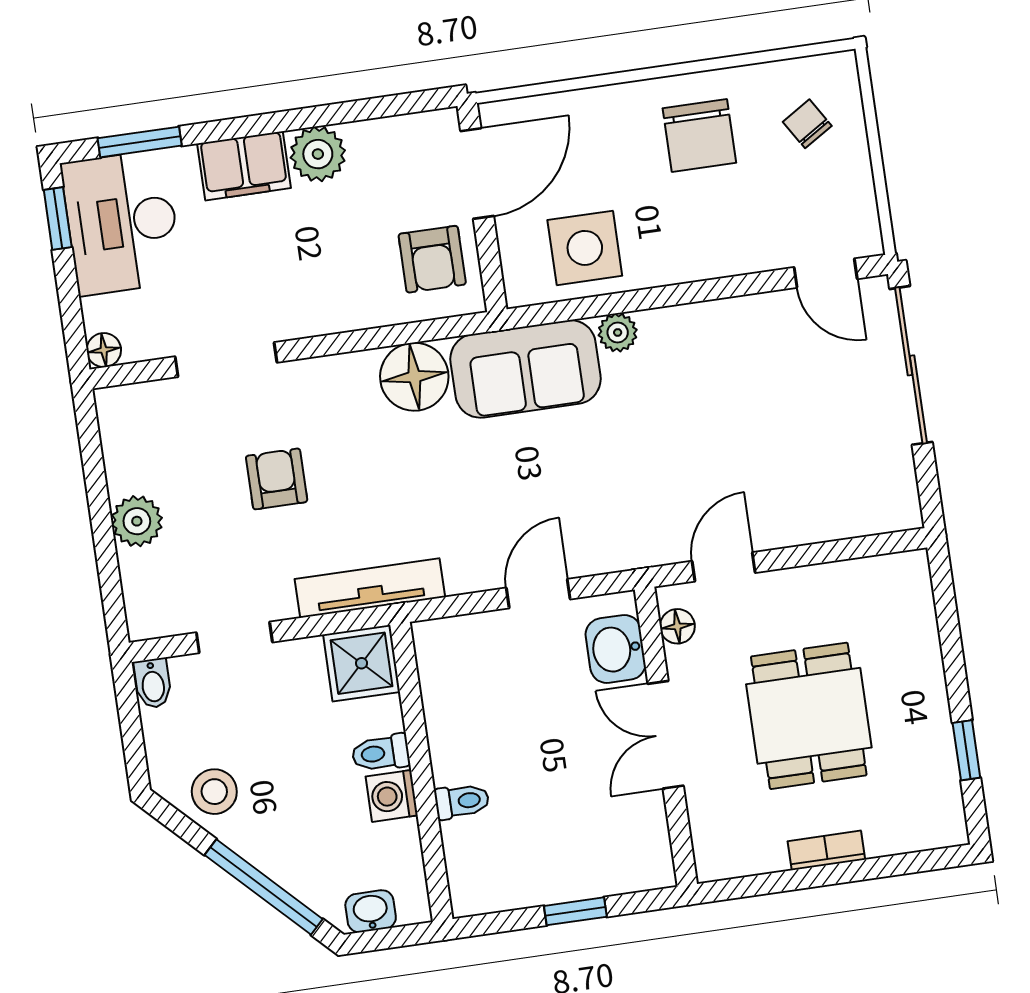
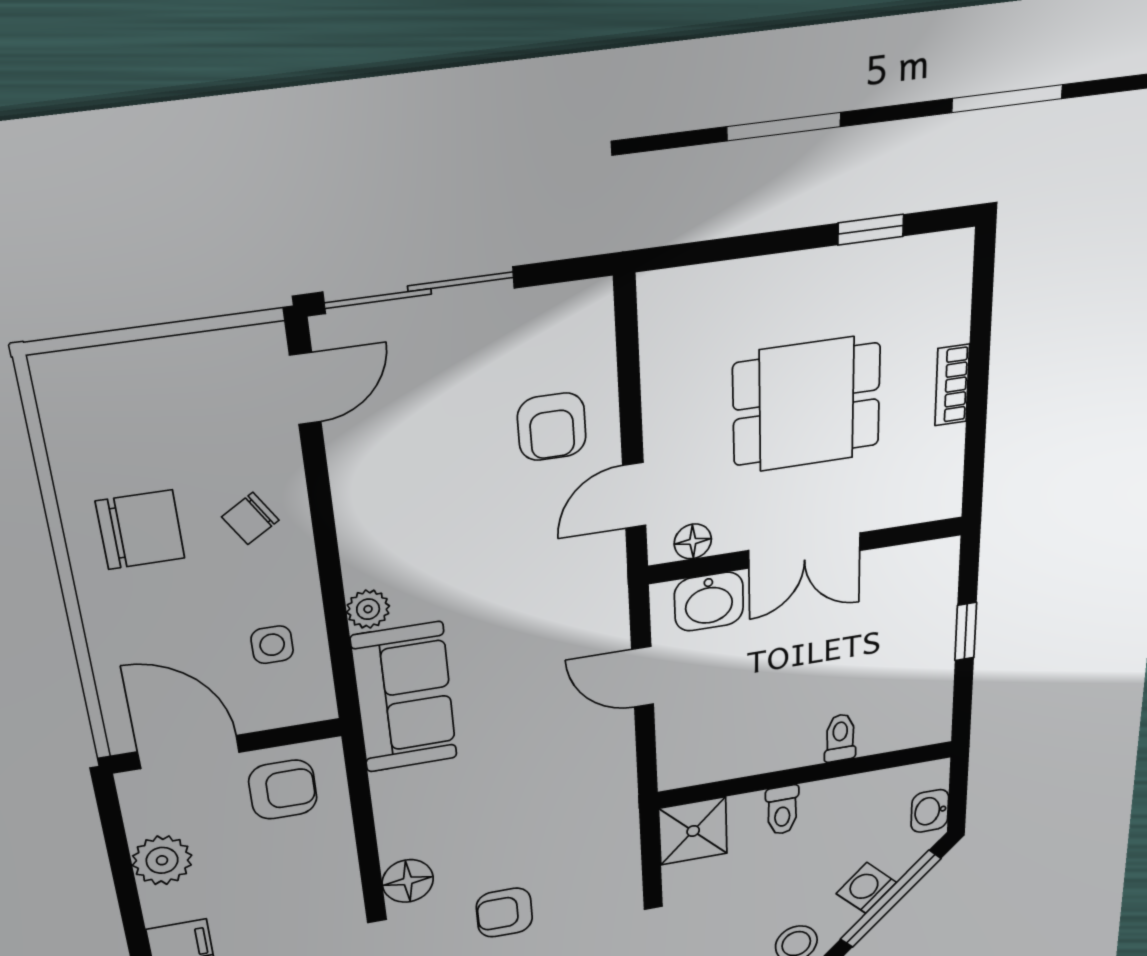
chair: (807, 124) -> (250, 518), moved
plant: (318, 154) -> (162, 860), moved
side table: (585, 248) -> (272, 645), width x0.54, depth x0.54
floor lamp: (414, 377) -> (408, 881), moved, width x0.73, depth x0.73
armchair: (790, 486) -> (552, 427), added
door: (724, 567) -> (634, 496), hinge flipped
tv unit: (370, 588) -> (620, 828), removed
washing machine: (392, 796) -> (866, 888), moved, turned 135

